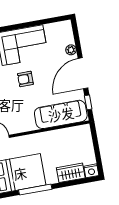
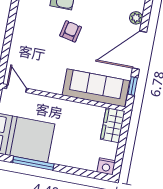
armchair: (25, 79) -> (71, 31), turned 102
wardrobe: (71, 173) -> (113, 125), moved, turned -90

